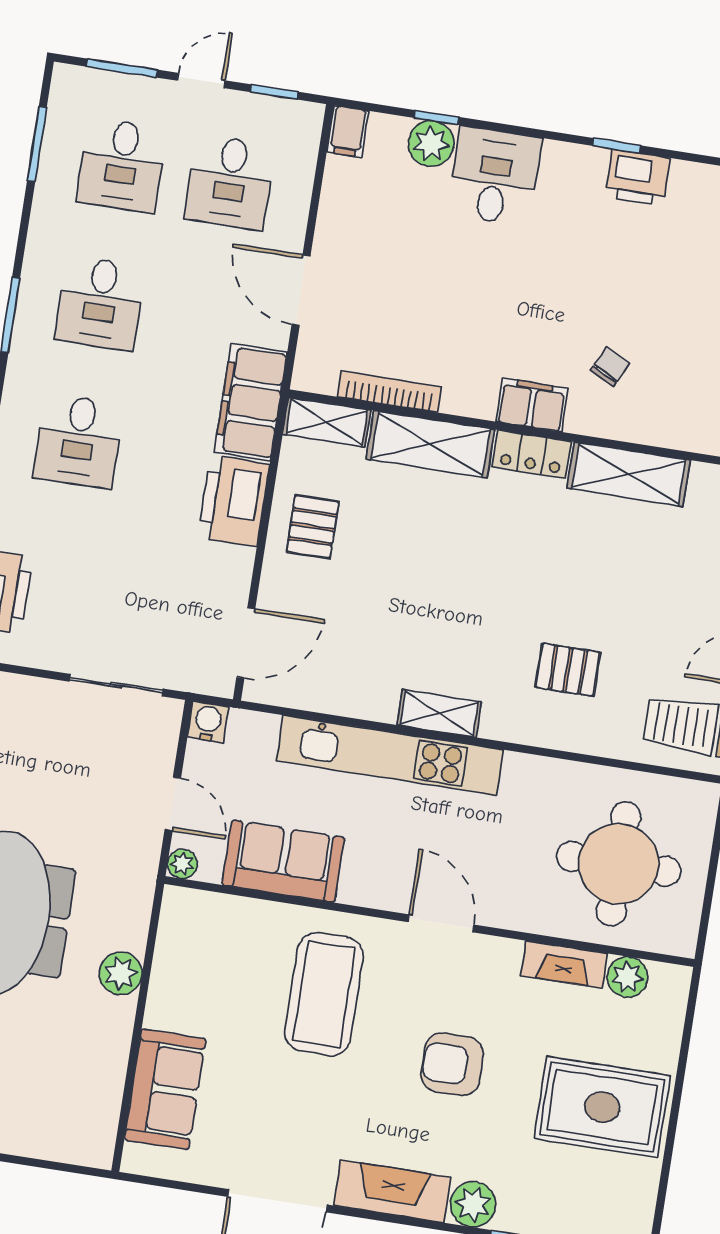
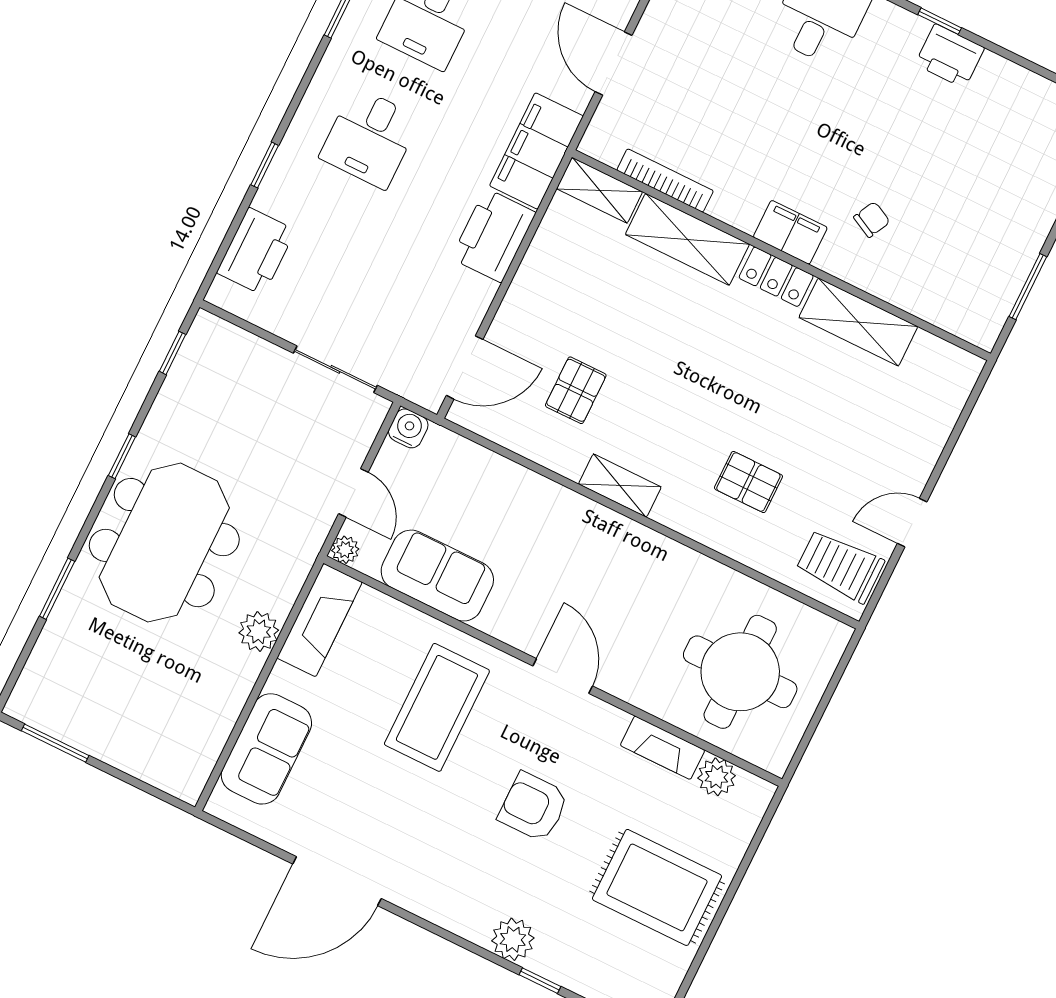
pallet: (313, 527) -> (576, 390), moved
kitchen unit: (390, 755) -> (563, 510), removed
fireplace: (392, 1191) -> (319, 620), moved, turned 90

